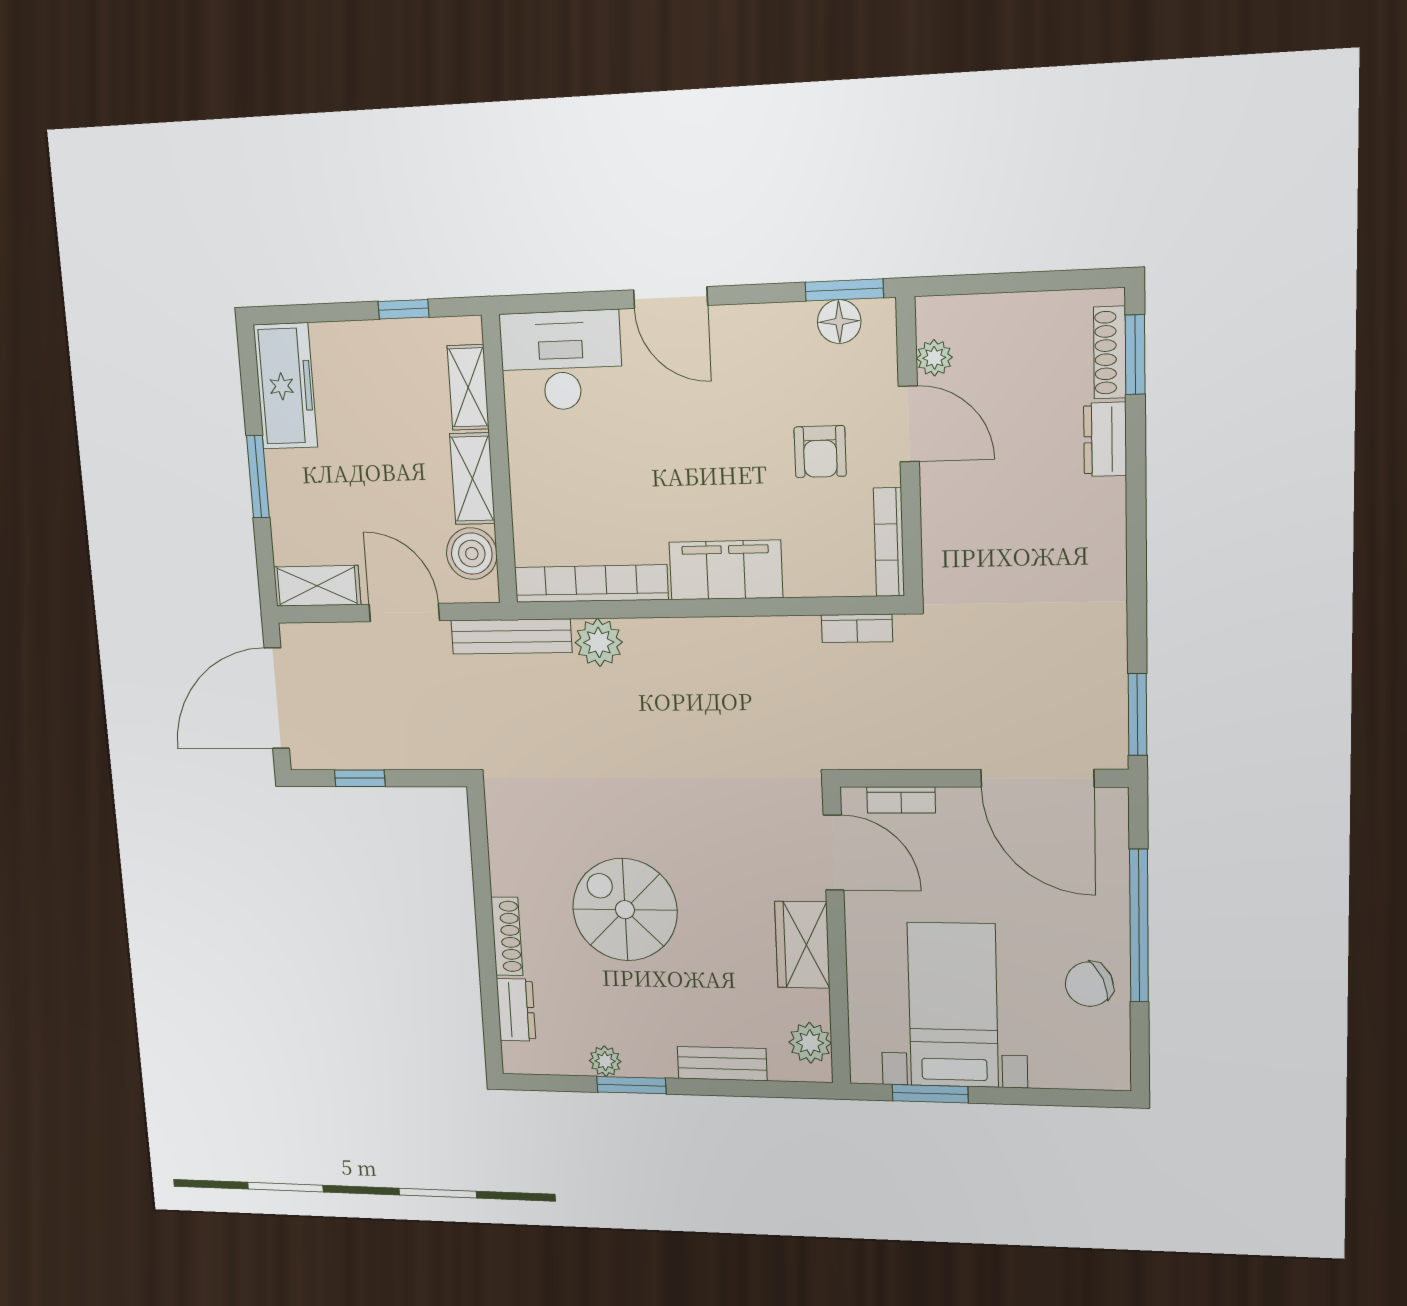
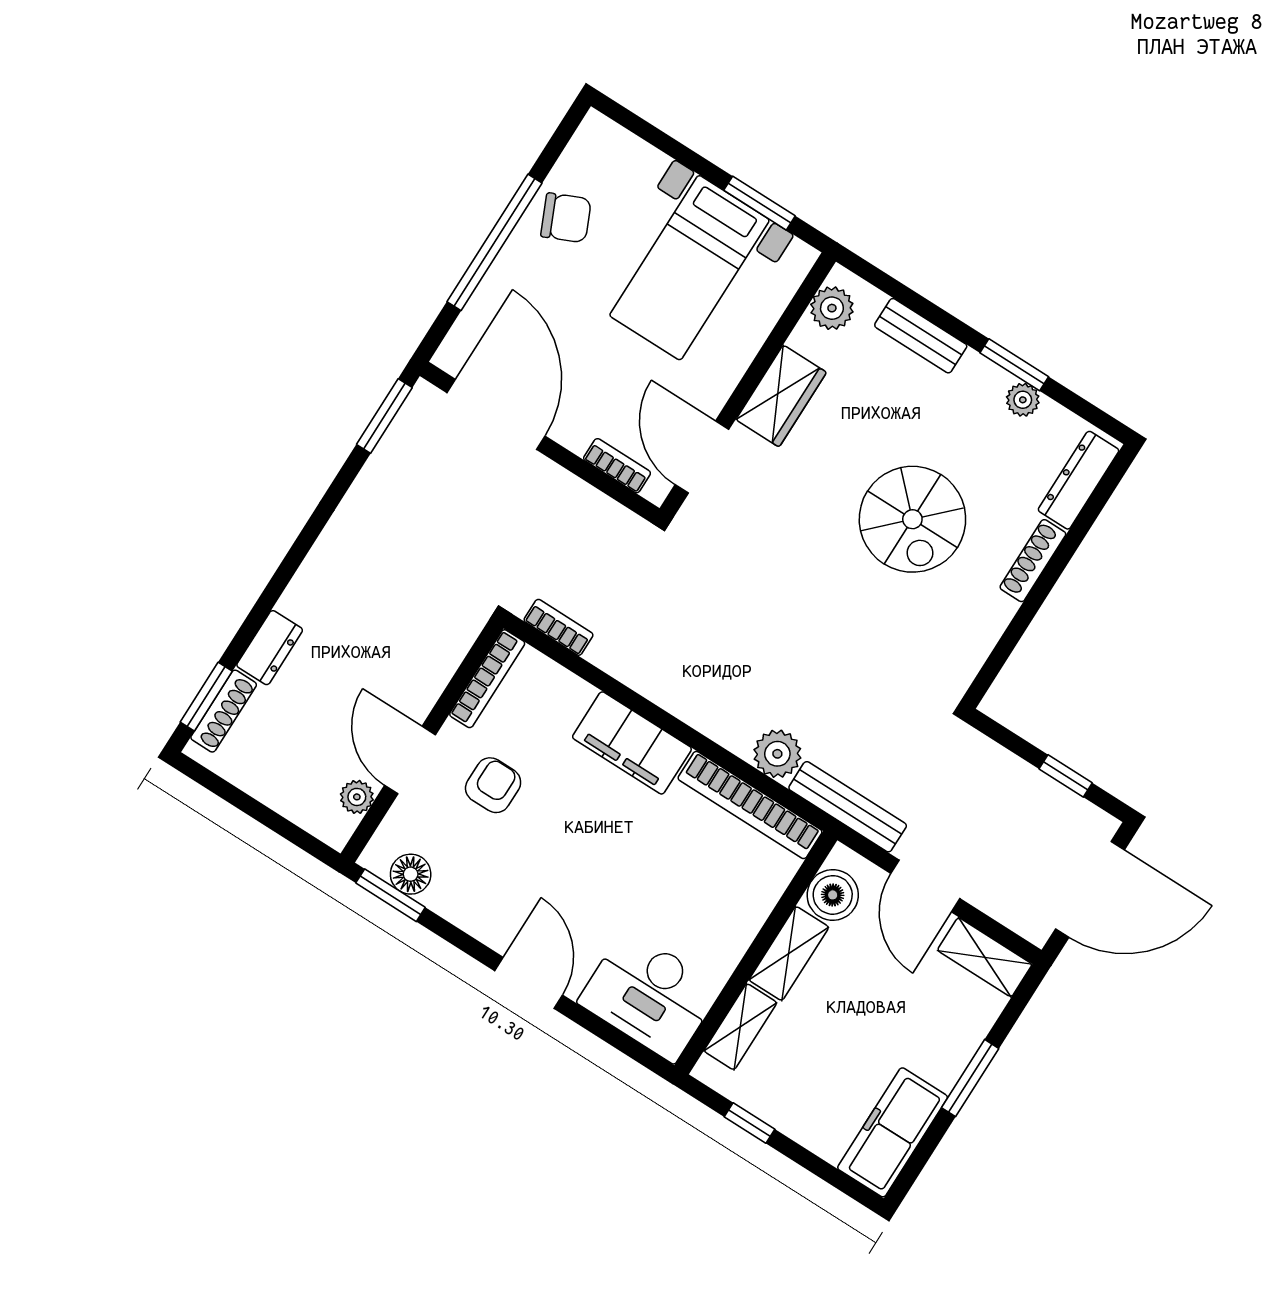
dresser: (516, 1010) -> (1079, 480), width x1.44

